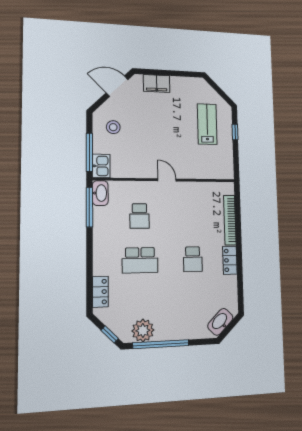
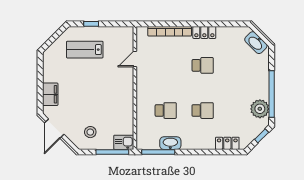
door: (167, 180) -> (135, 59), moved
washbasin: (100, 193) -> (170, 143), moved
school desk: (140, 260) -> (203, 111), width x0.54

